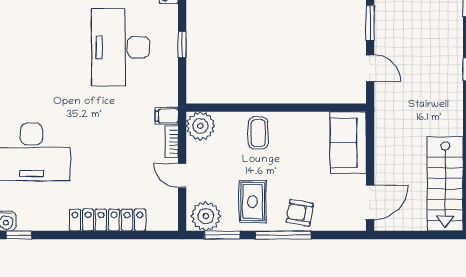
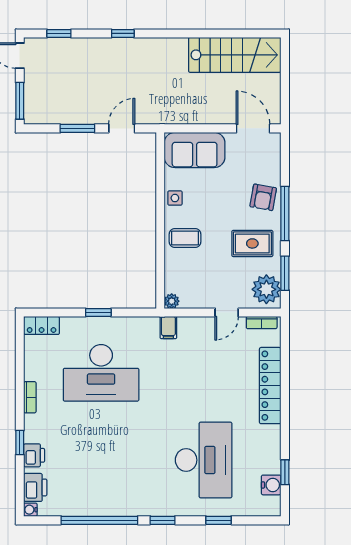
side table: (299, 123) -> (175, 198), added
plant: (200, 126) -> (172, 301), width x0.53, depth x0.53
bookcase: (172, 142) -> (262, 323), moved

